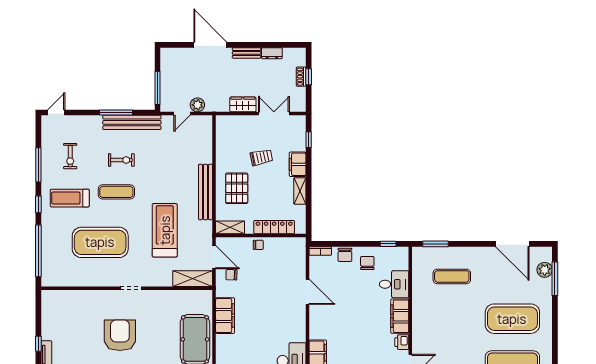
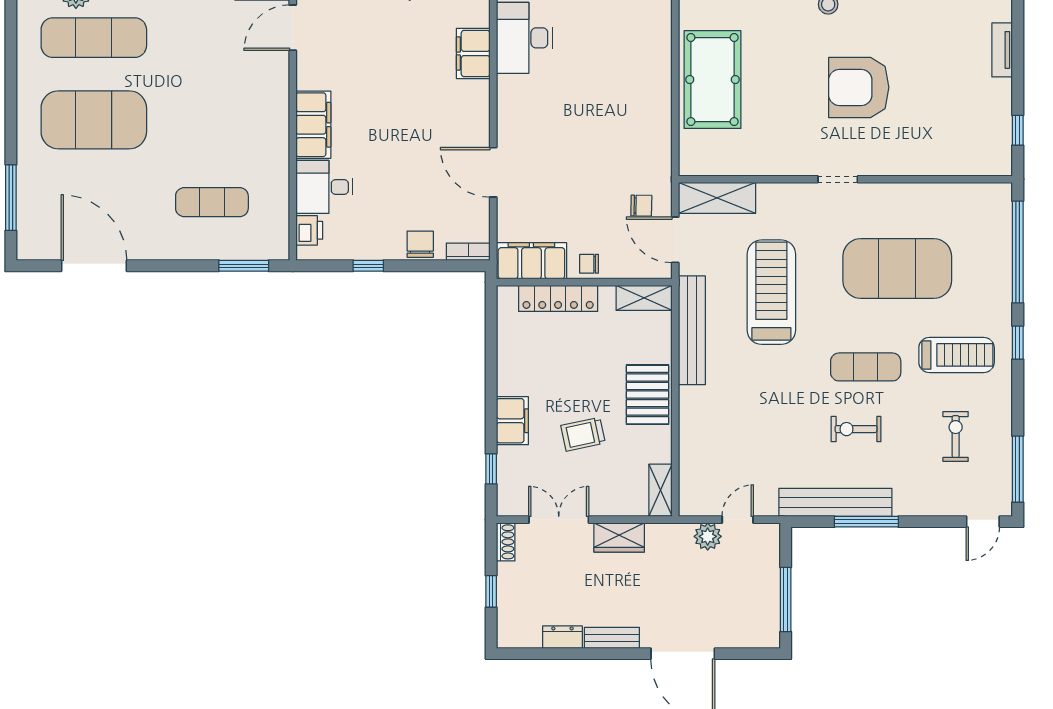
shoe rack: (301, 77) -> (506, 542), moved
window: (157, 88) -> (786, 600), moved
double door: (274, 114) -> (559, 520), swing flipped
window: (38, 165) -> (1018, 469), moved
pallet: (237, 188) -> (648, 395), moved
shelving: (300, 191) -> (660, 490), moved
bench: (205, 192) -> (692, 330), moved
treadmill: (165, 230) -> (771, 292), turned 180
window: (388, 244) -> (368, 266), moved
chair: (367, 263) -> (377, 228), removed
plant: (545, 270) -> (31, 215), removed
filing cabinet: (225, 316) -> (531, 261), moved, turned 90
armchair: (120, 335) -> (859, 87), turned 90
printer: (402, 342) -> (309, 230), moved
window: (38, 344) -> (1018, 130), moved

